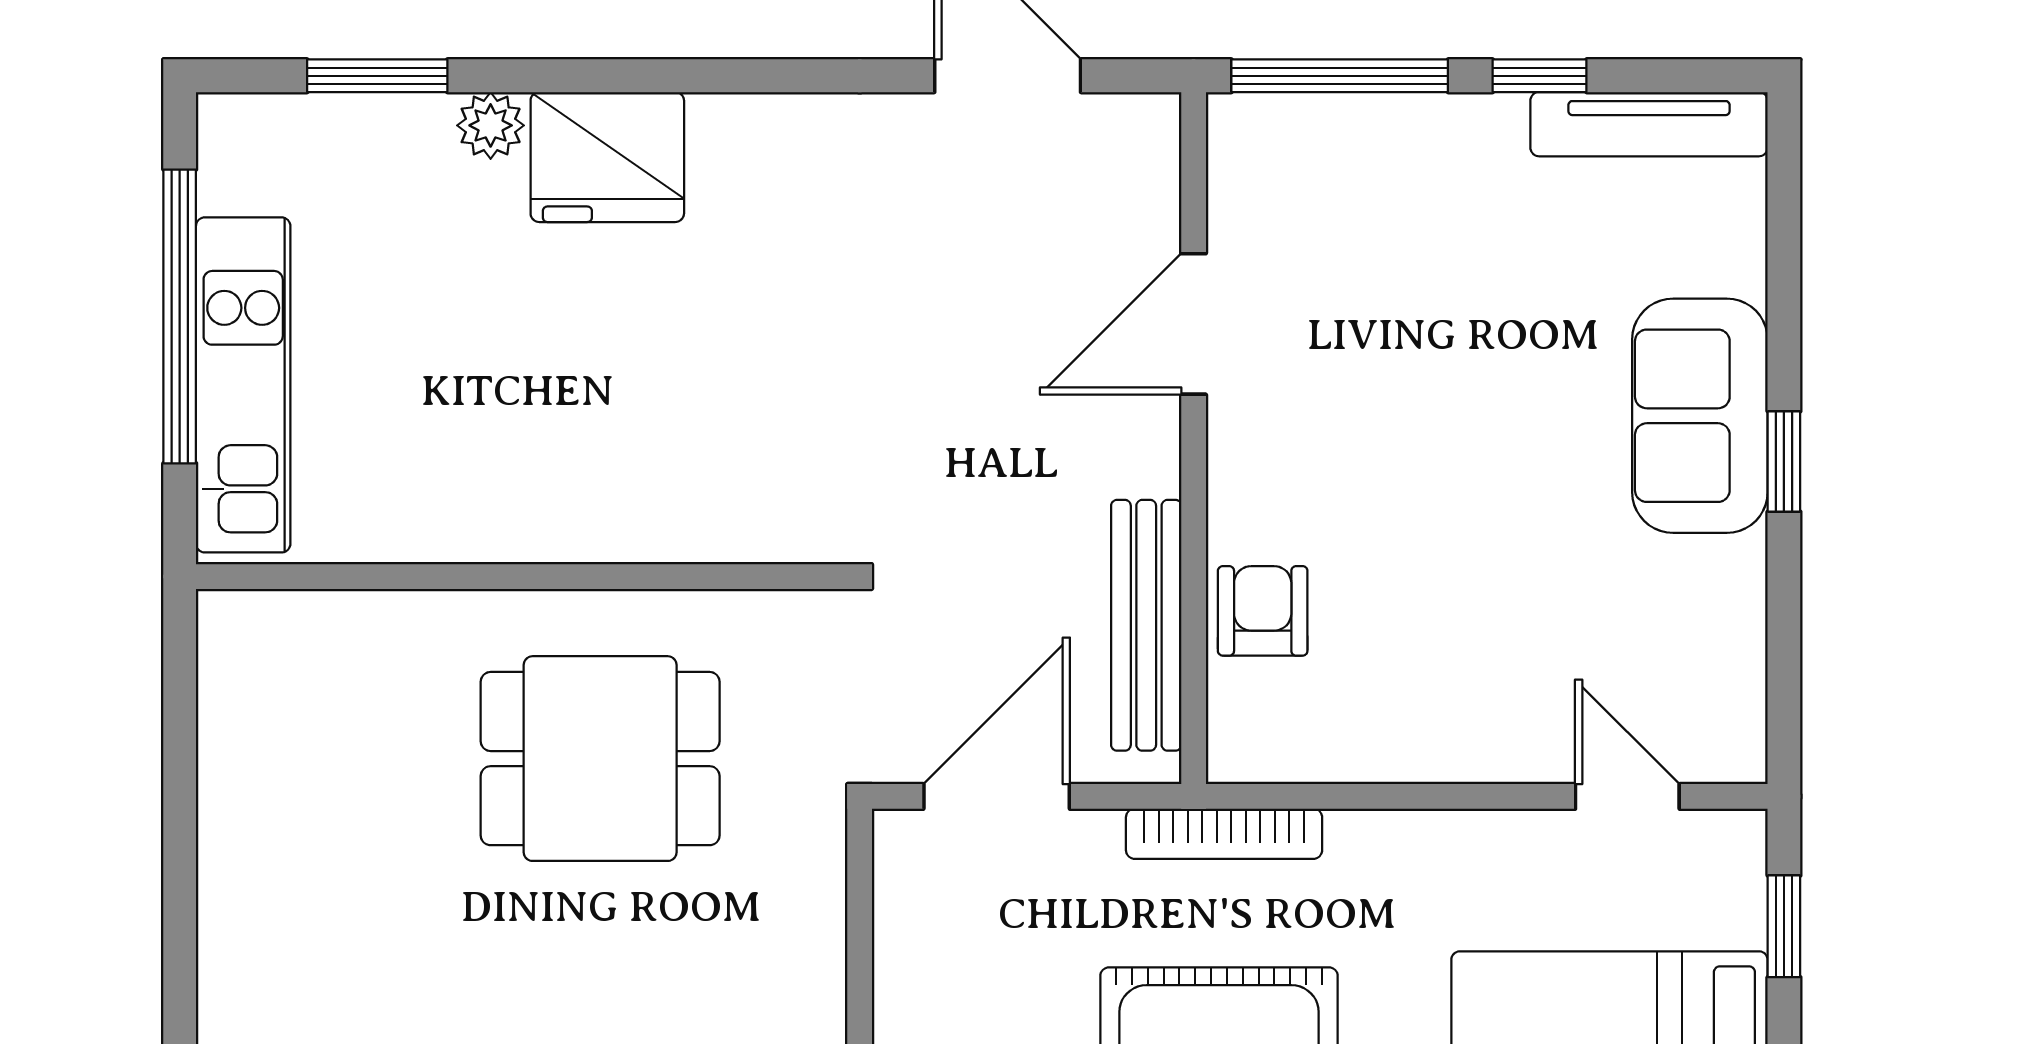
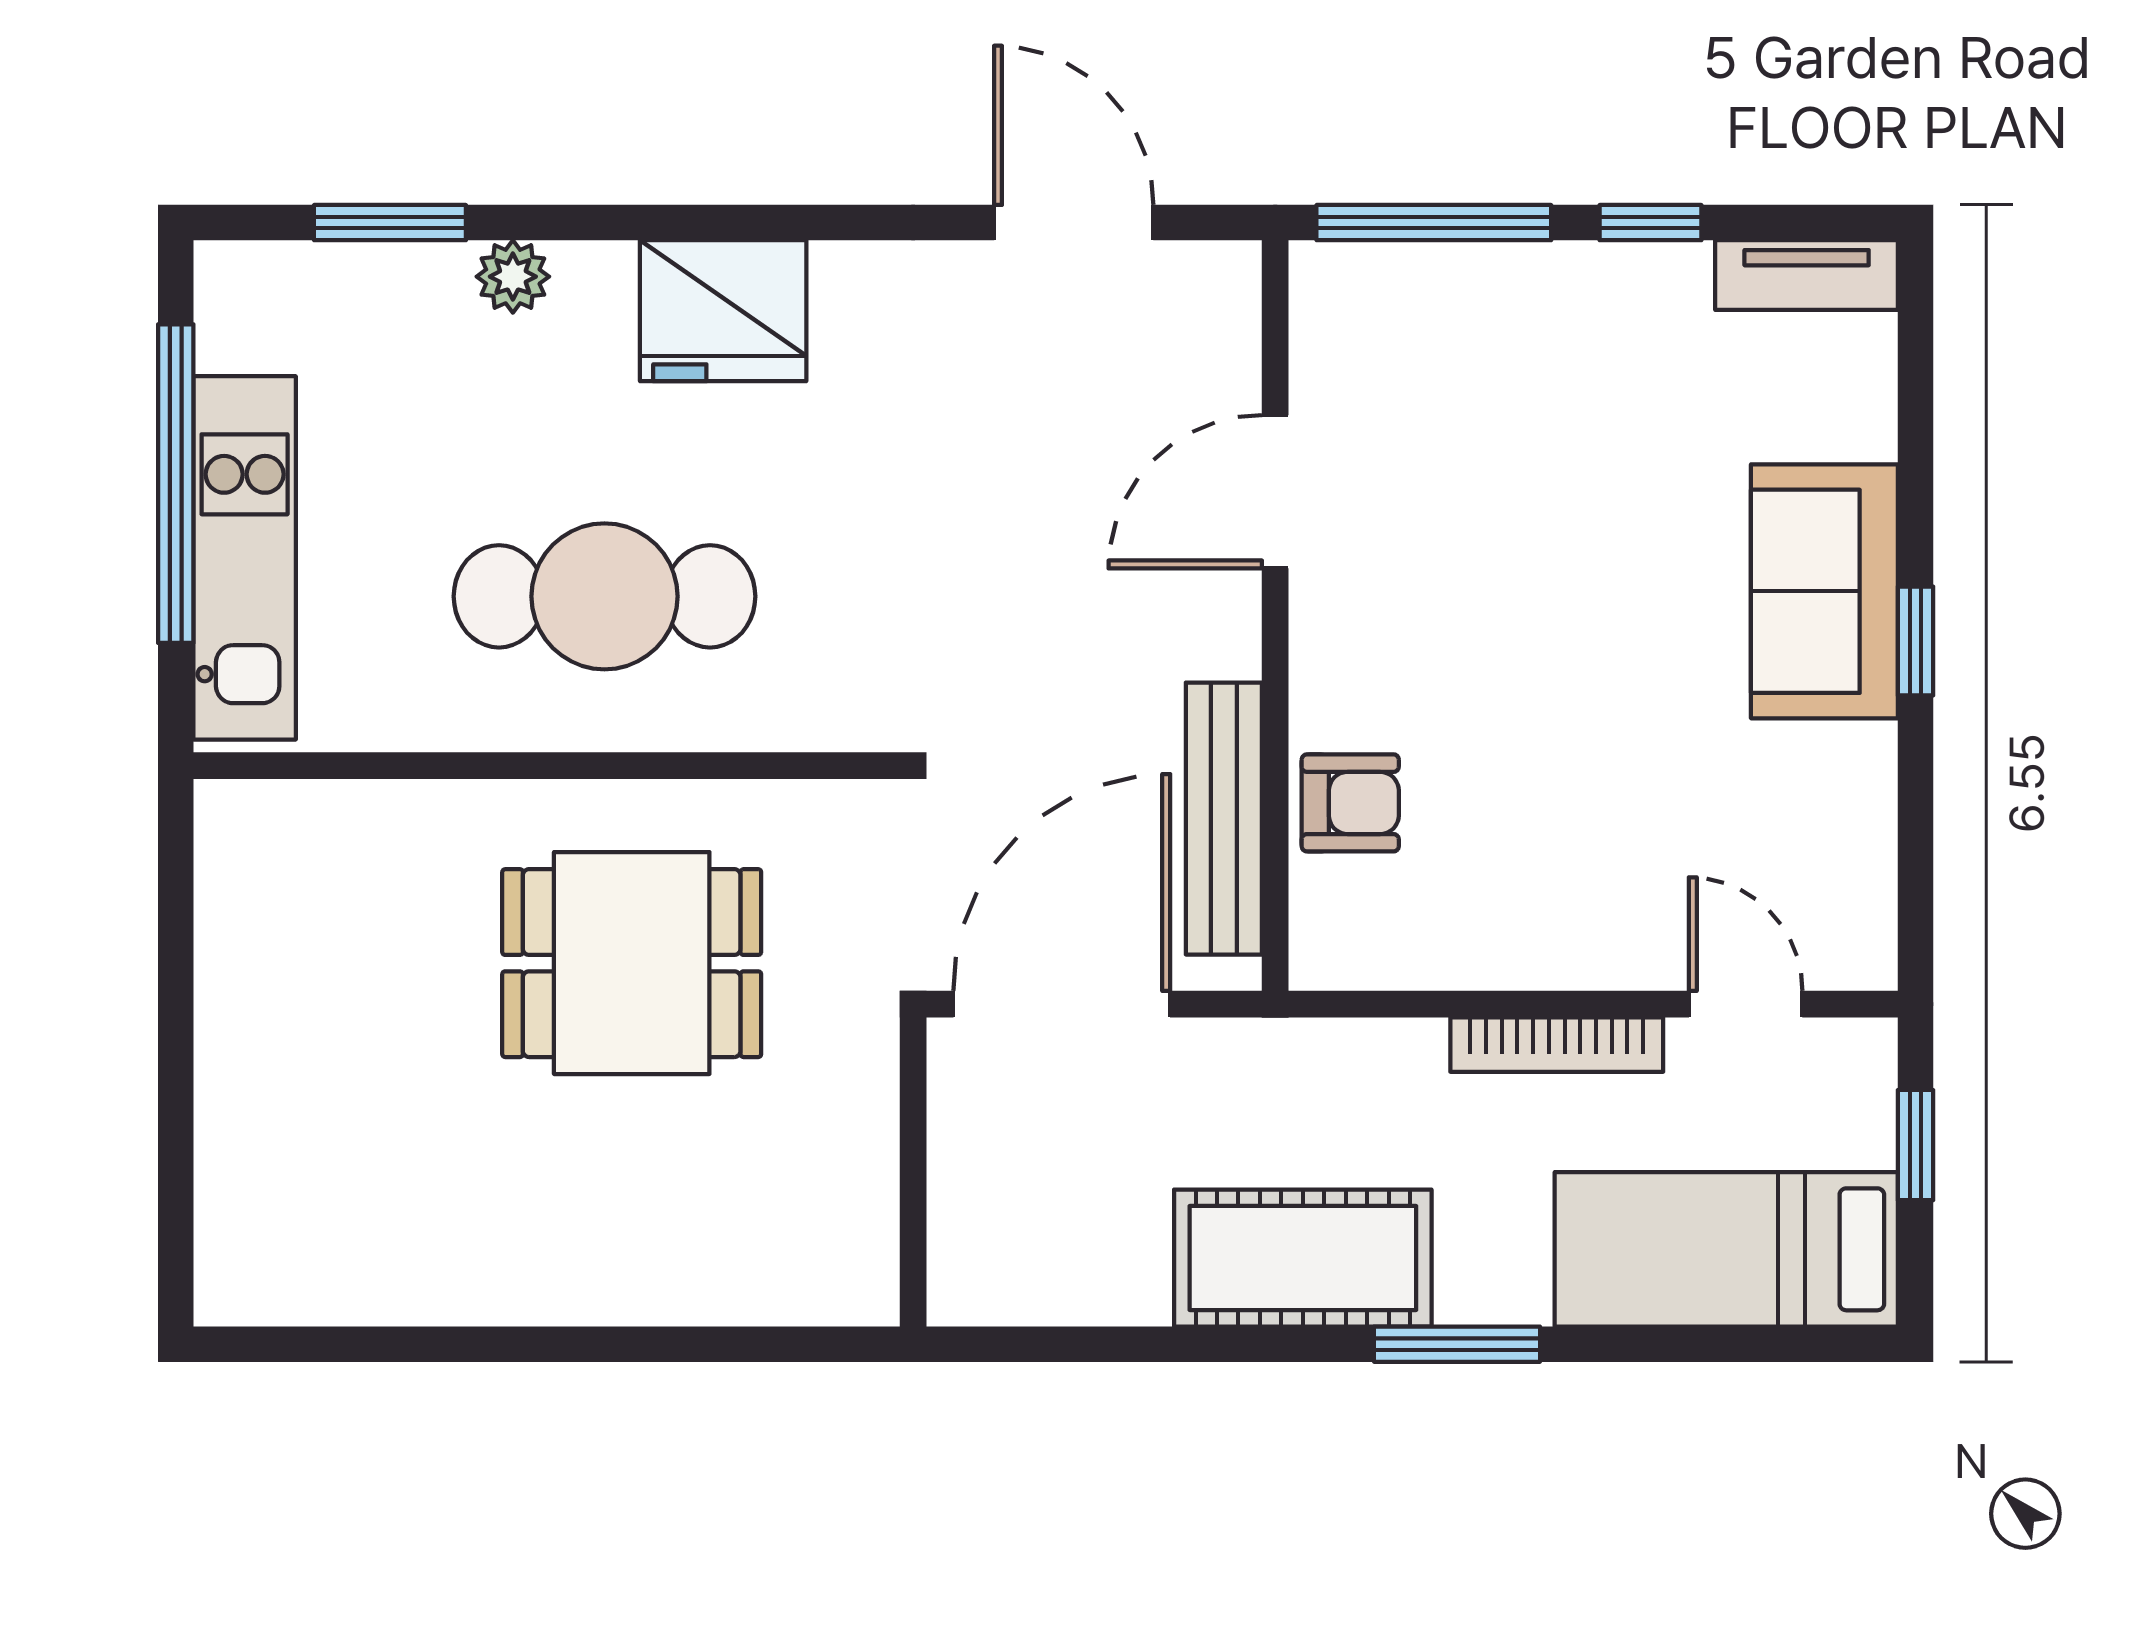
tv unit: (1649, 124) -> (1807, 275), width x0.71
fridge: (607, 157) -> (723, 311), moved
cafe table: (575, 420) -> (604, 596), added
armchair: (1263, 611) -> (1350, 803), turned 90
door: (997, 796) -> (1062, 1004), width x1.36
bookcase: (1224, 834) -> (1557, 1045), moved

